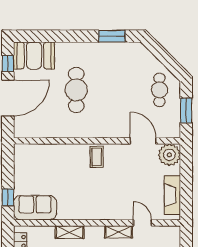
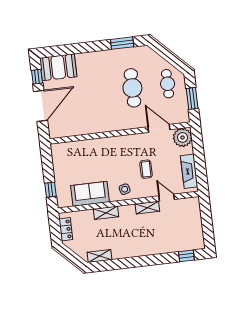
cafe table: (76, 90) -> (132, 88), moved
coffee table: (97, 157) -> (146, 169), moved
side table: (95, 207) -> (125, 189), added
sofa: (35, 208) -> (90, 194), moved

